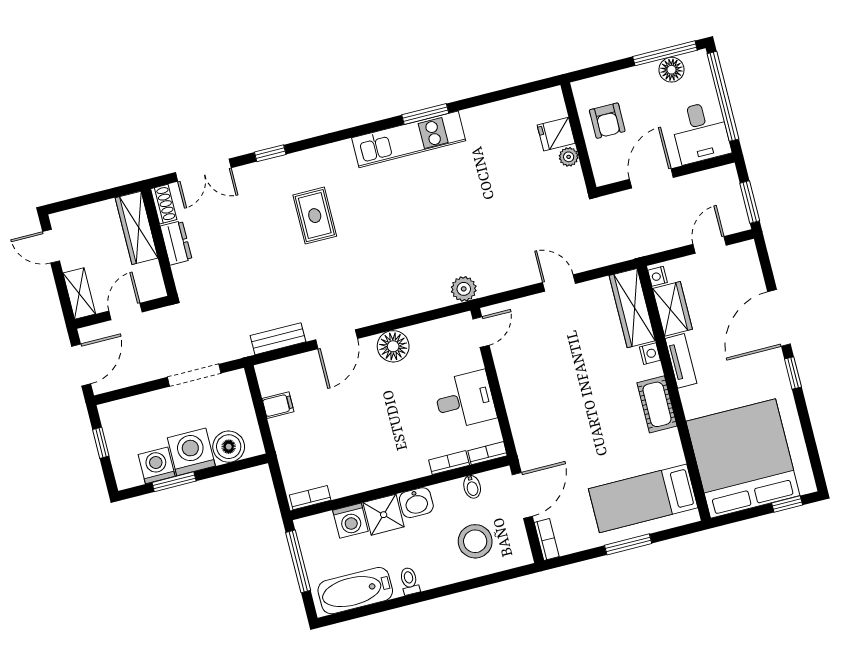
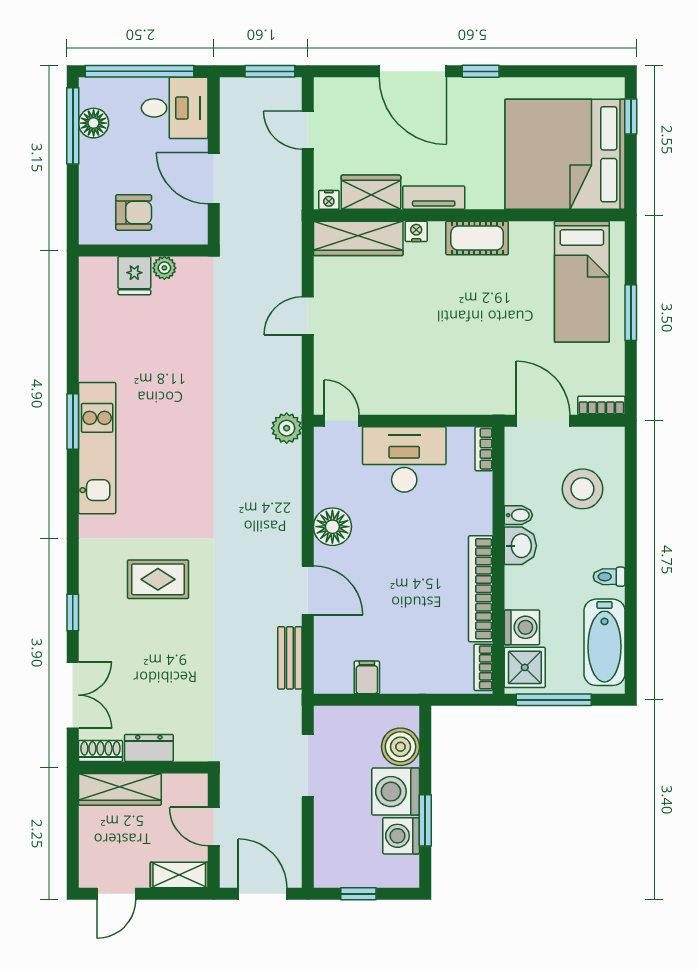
desk: (465, 400) -> (404, 459), width x1.37
bookcase: (449, 463) -> (481, 589), moved, width x2.31, depth x1.31
bidet: (472, 487) -> (518, 515), moved
shower: (384, 515) -> (525, 667), moved

